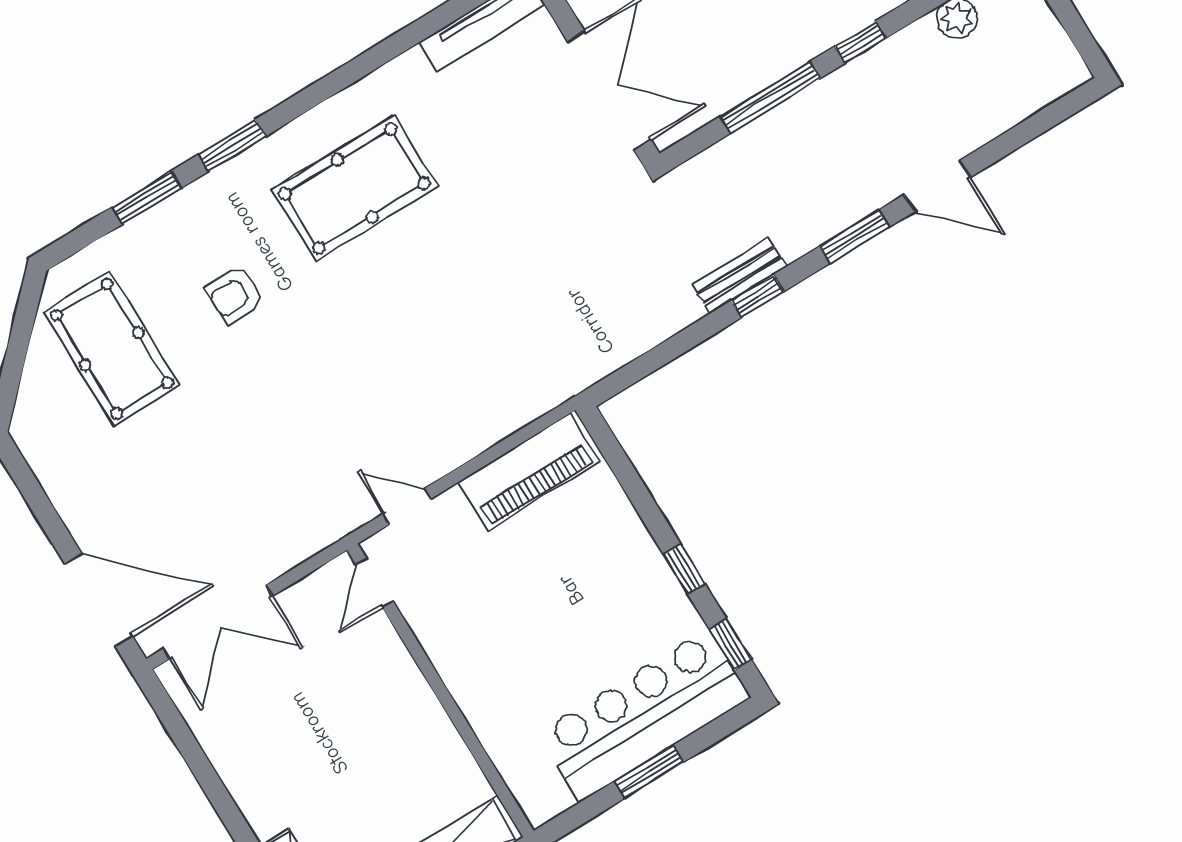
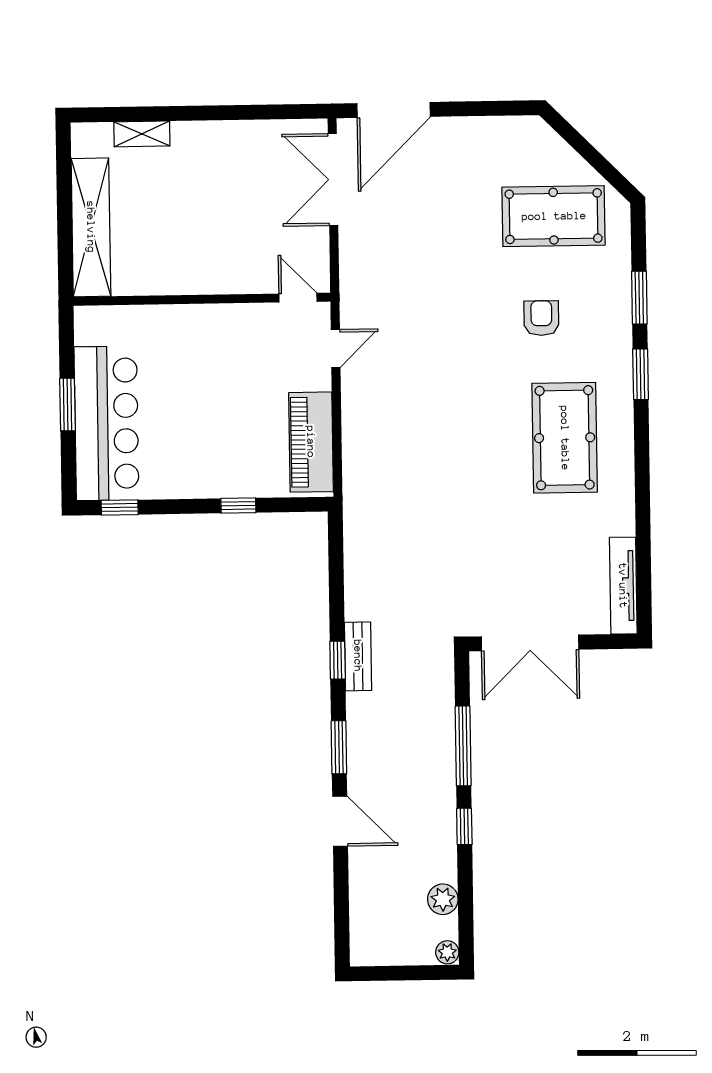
door: (937, 186) -> (340, 821), swing flipped
window: (684, 569) -> (238, 506), moved

